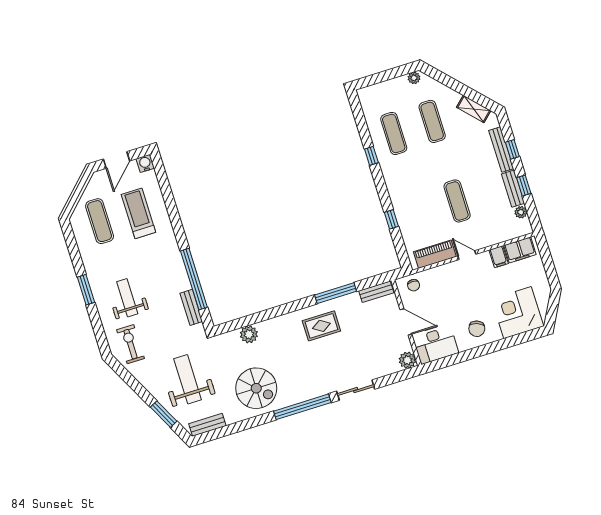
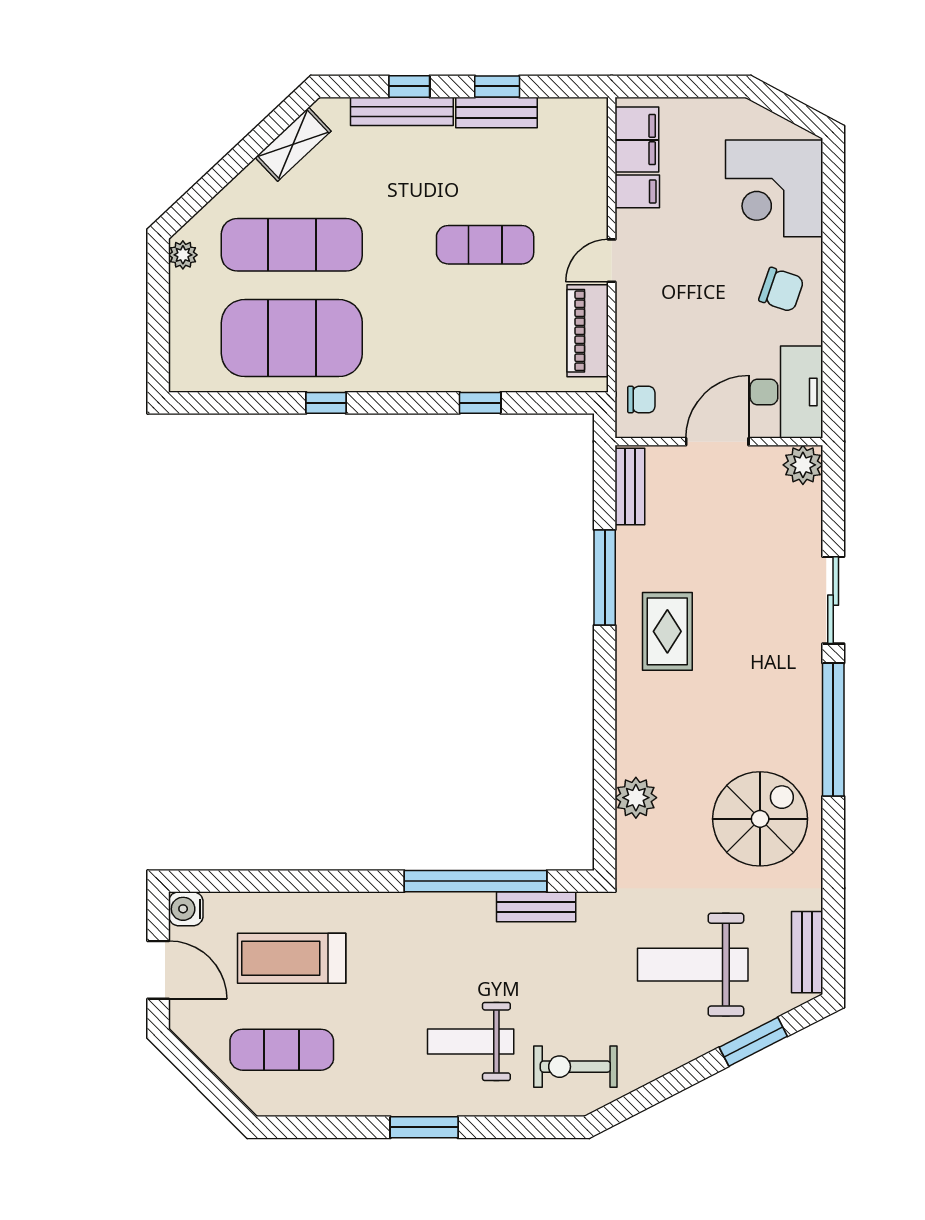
exercise mat: (432, 121) -> (292, 245), width x1.36, depth x1.45
exercise mat: (394, 133) -> (292, 338), width x2.00, depth x1.45
plant: (521, 212) -> (554, 111), removed

